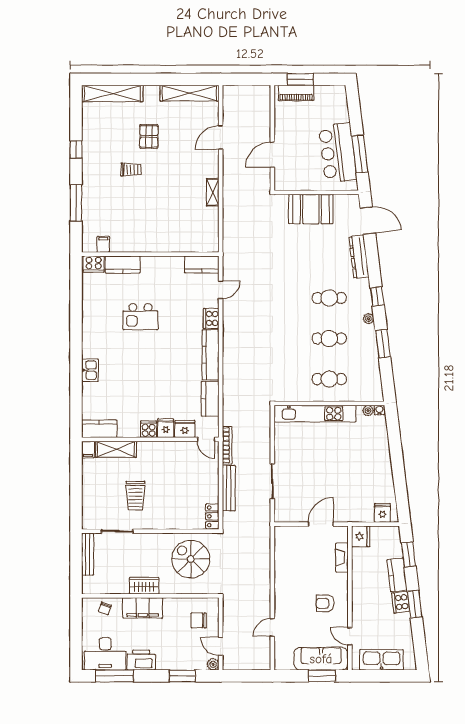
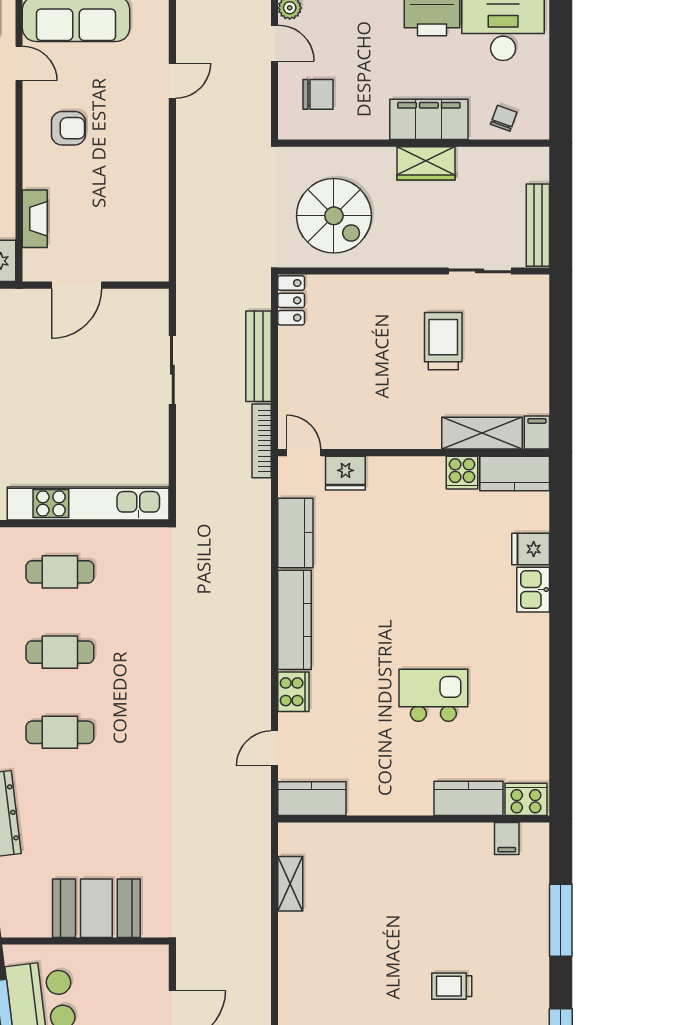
shelving: (213, 192) -> (290, 884), moved
fridge: (166, 428) -> (531, 549), moved, turned 90
cooker: (149, 429) -> (462, 473), moved

